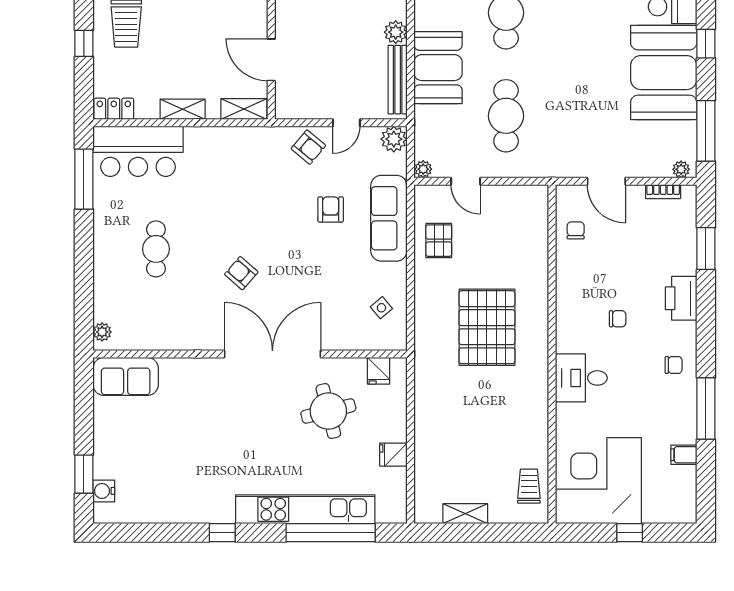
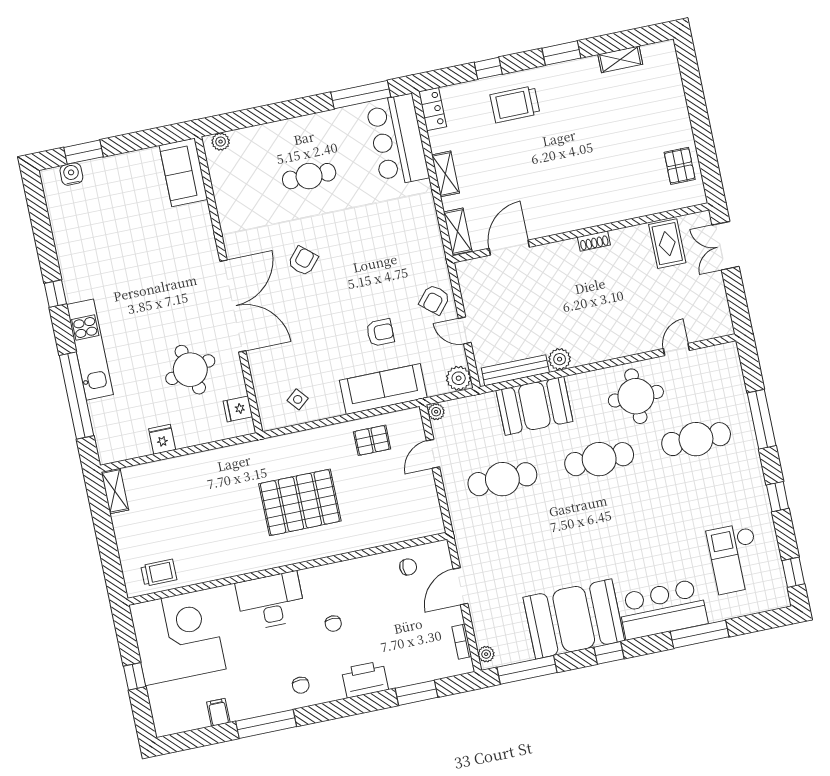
desk: (581, 378) -> (271, 601), width x1.37
kitchen unit: (305, 509) -> (90, 350), width x0.73
shelving: (465, 514) -> (115, 491), moved

